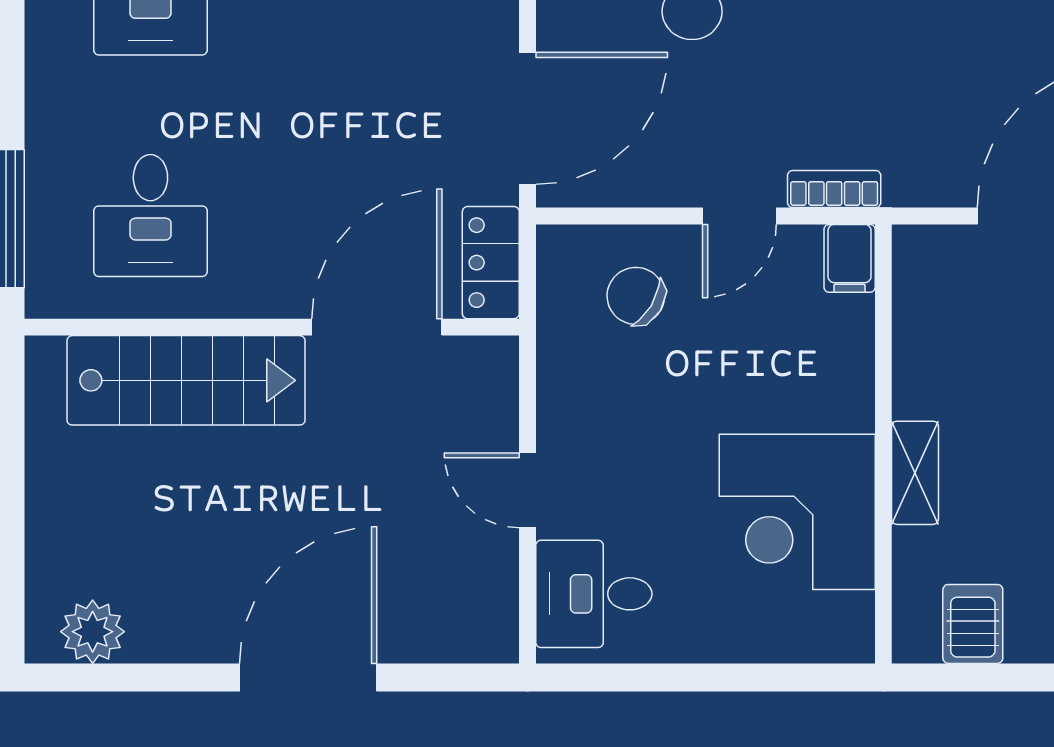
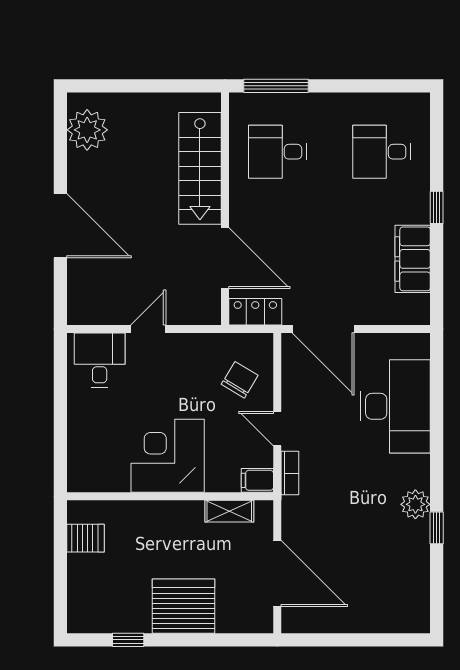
shelving: (915, 473) -> (229, 511), moved
corner desk: (797, 512) -> (168, 456), moved
plant: (93, 632) -> (87, 130), width x1.36, depth x1.36

